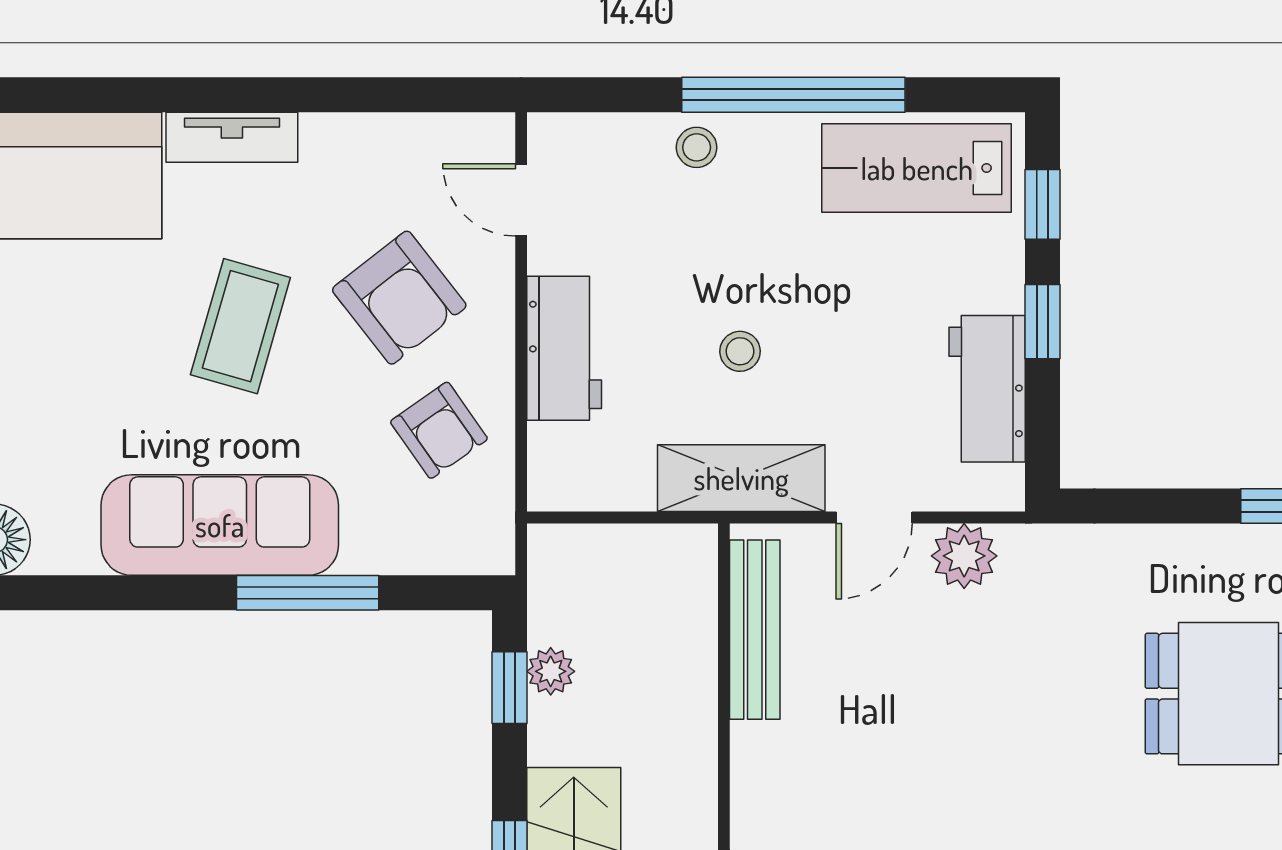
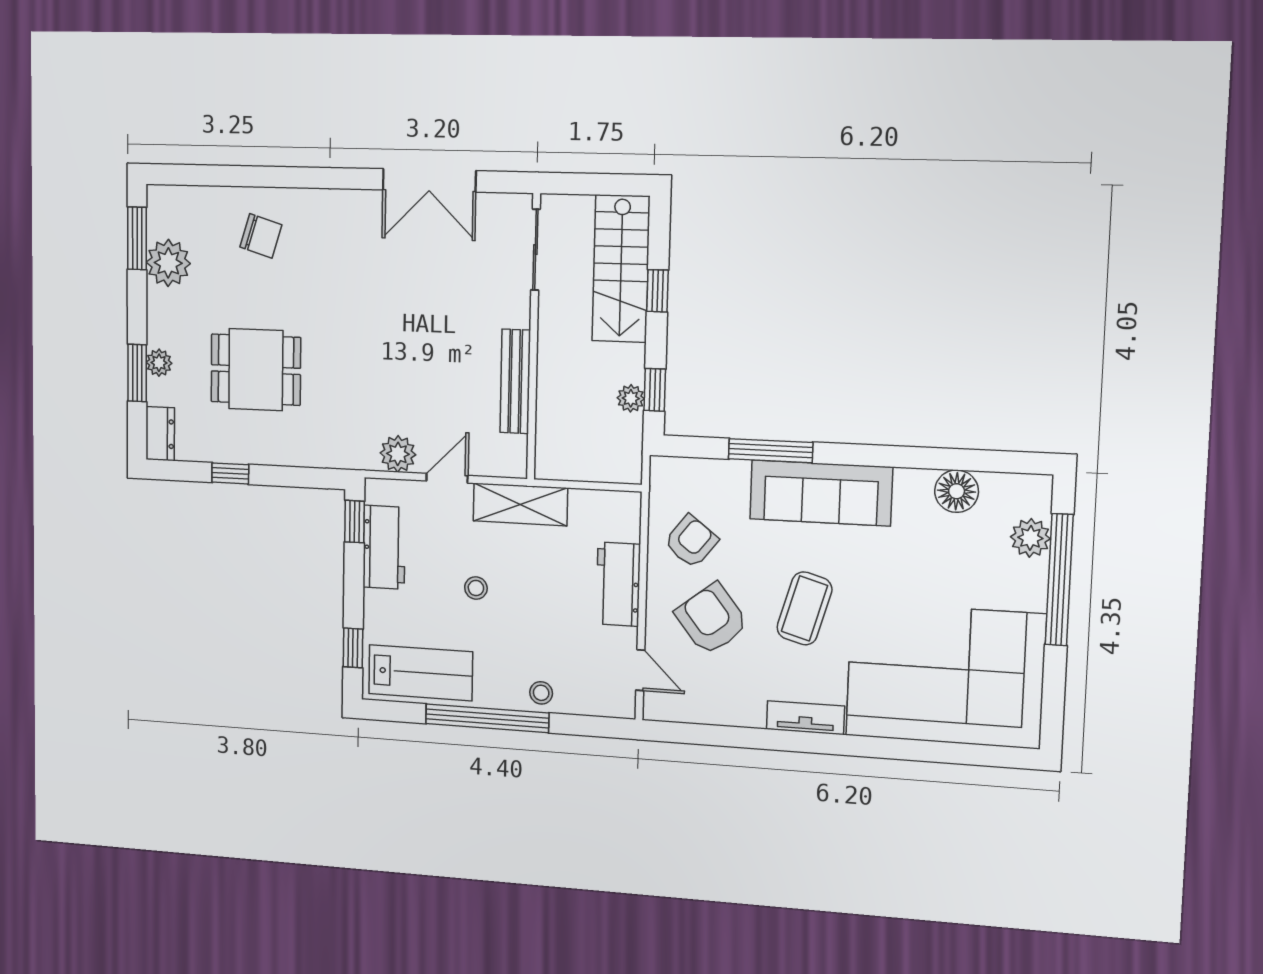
window: (1042, 322) -> (354, 522), moved
stool: (740, 351) -> (476, 588), moved
armchair: (439, 430) -> (691, 541), turned 73
bench: (755, 630) -> (515, 381), moved

